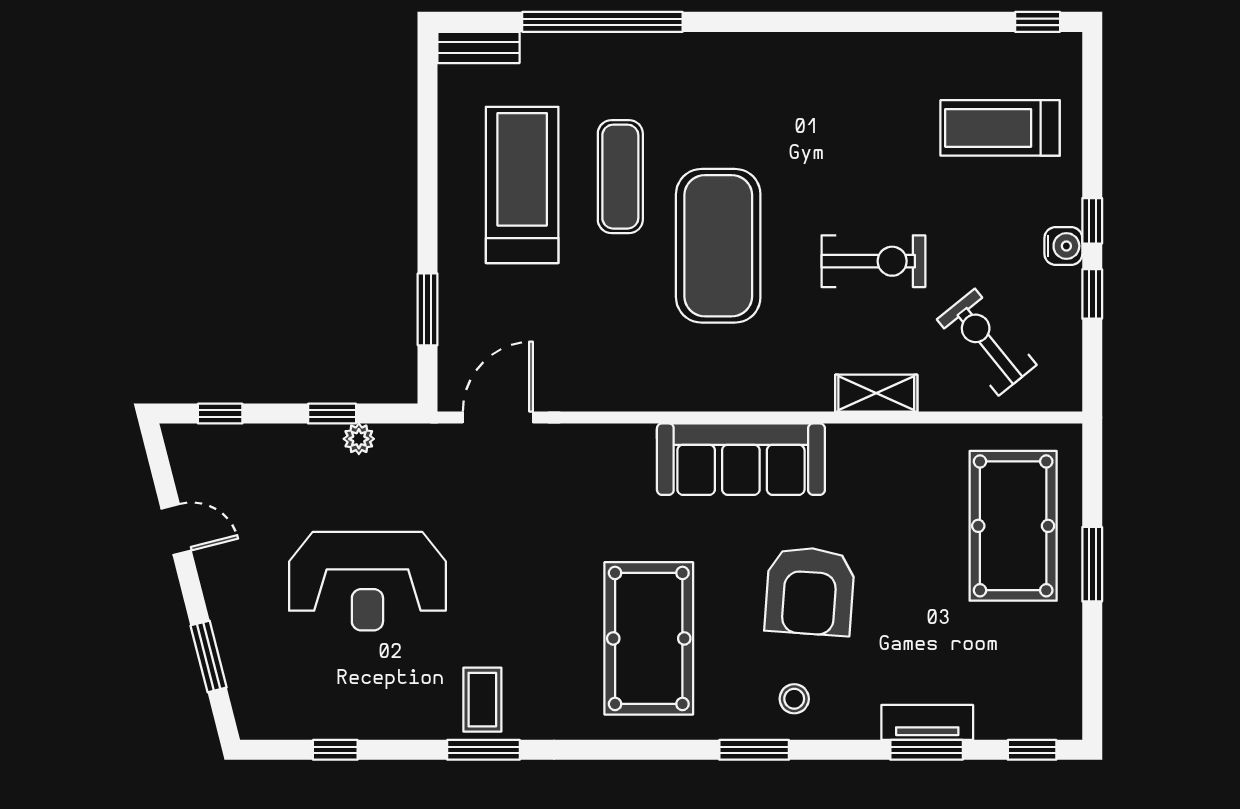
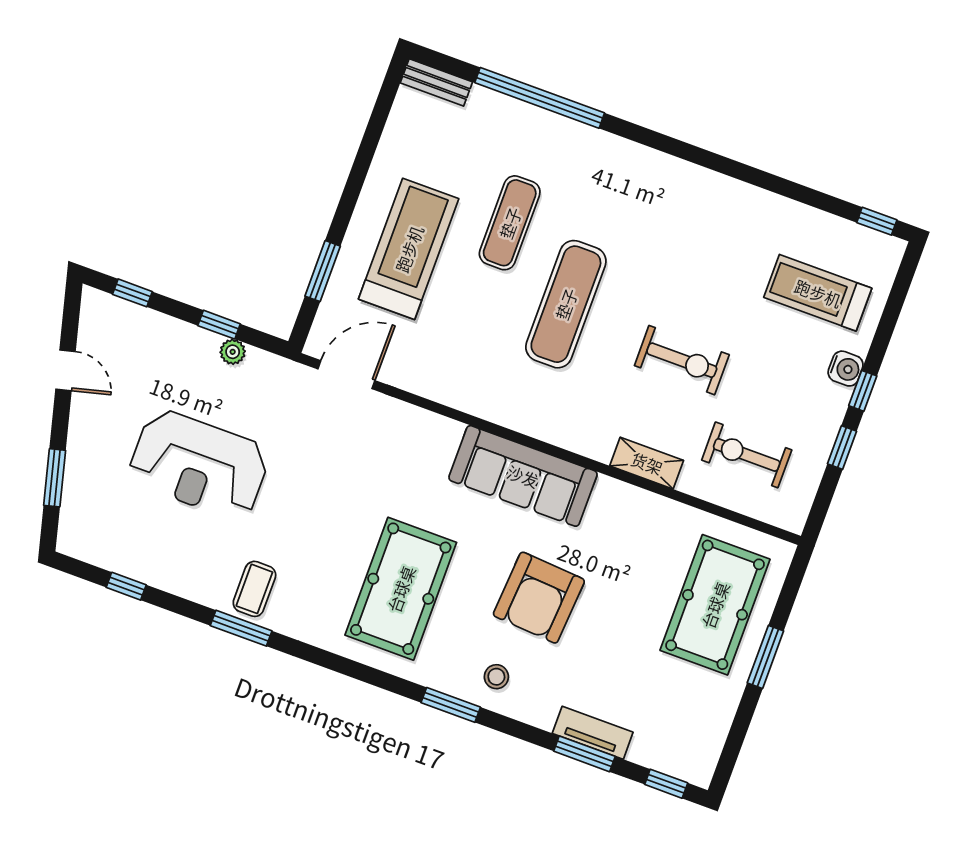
treadmill: (522, 185) -> (409, 249), moved
exercise mat: (718, 246) -> (566, 304), width x0.68
water cooler: (1063, 246) -> (846, 369), moved
exercise bike: (987, 342) -> (747, 455), turned -51

